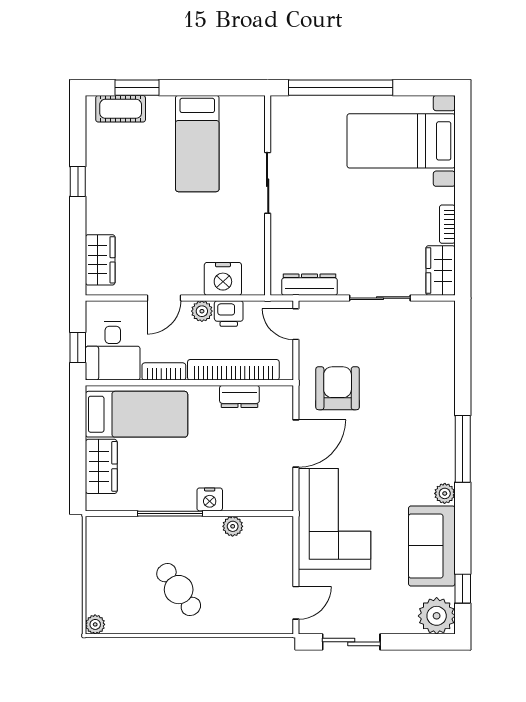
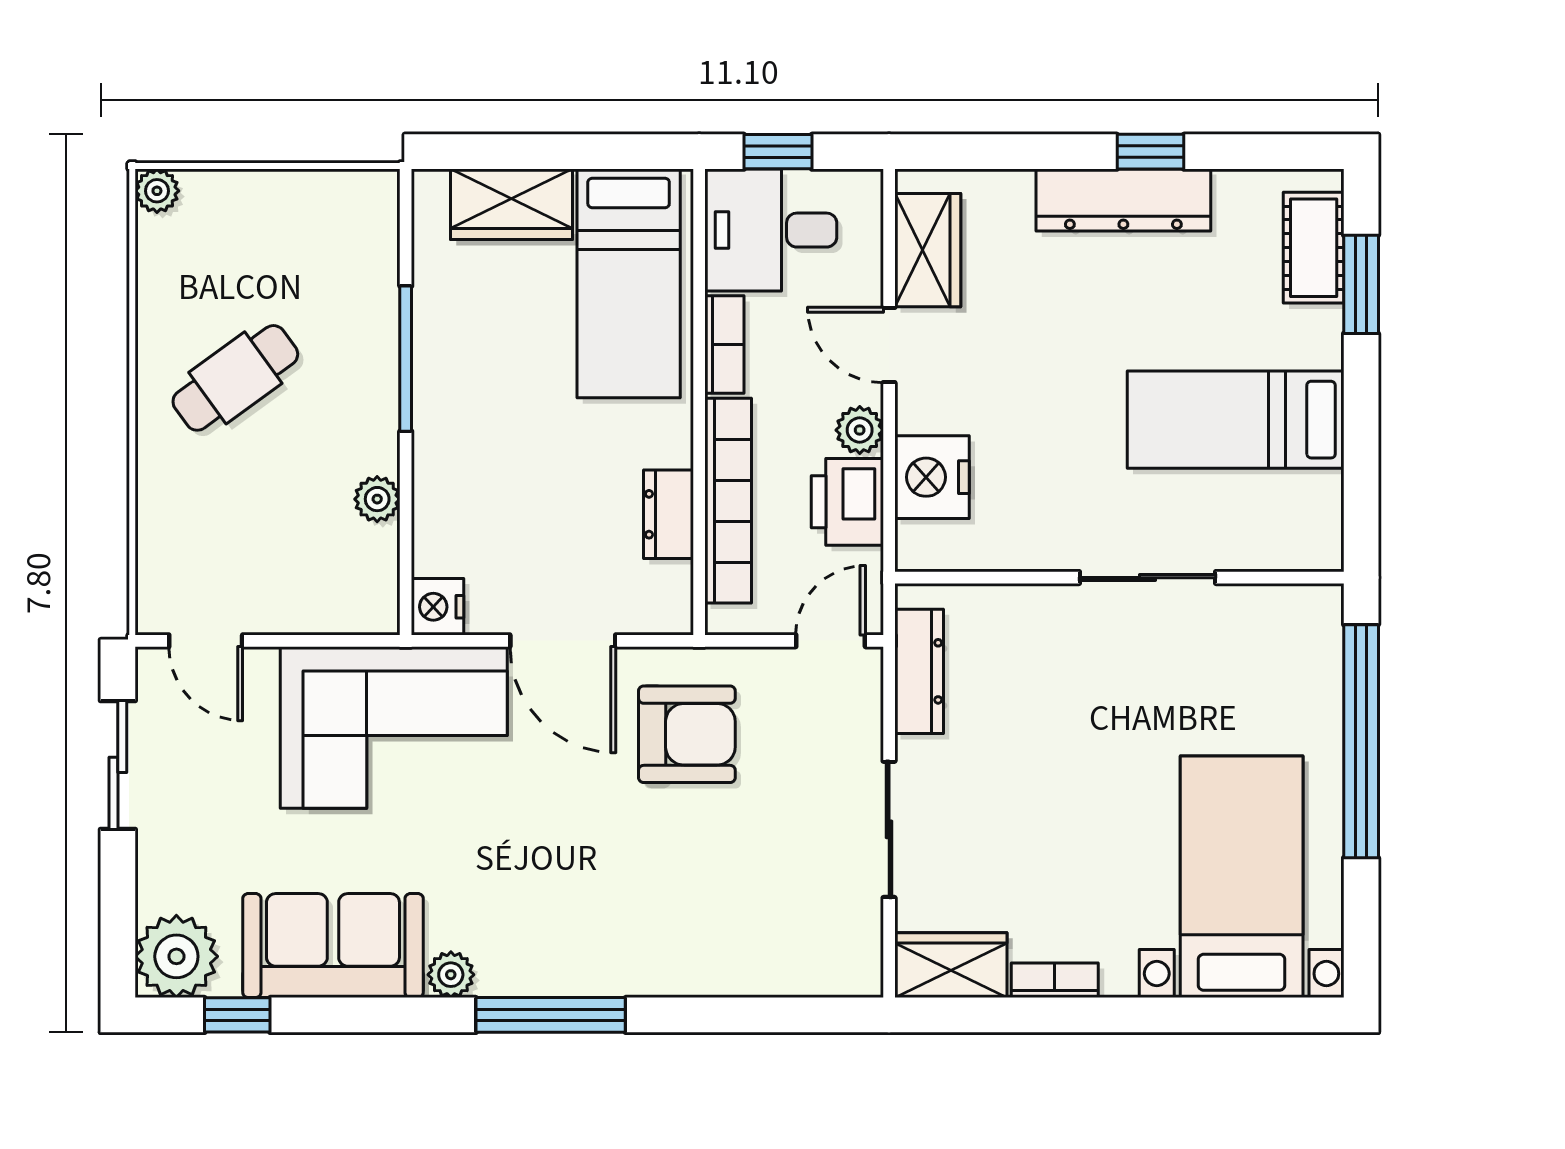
dresser: (99, 194) -> (1123, 200), added
wardrobe: (100, 260) -> (928, 250), moved, turned -90
printer: (229, 314) -> (847, 502), width x1.36, depth x1.24
nightstand: (210, 499) -> (437, 607), moved

